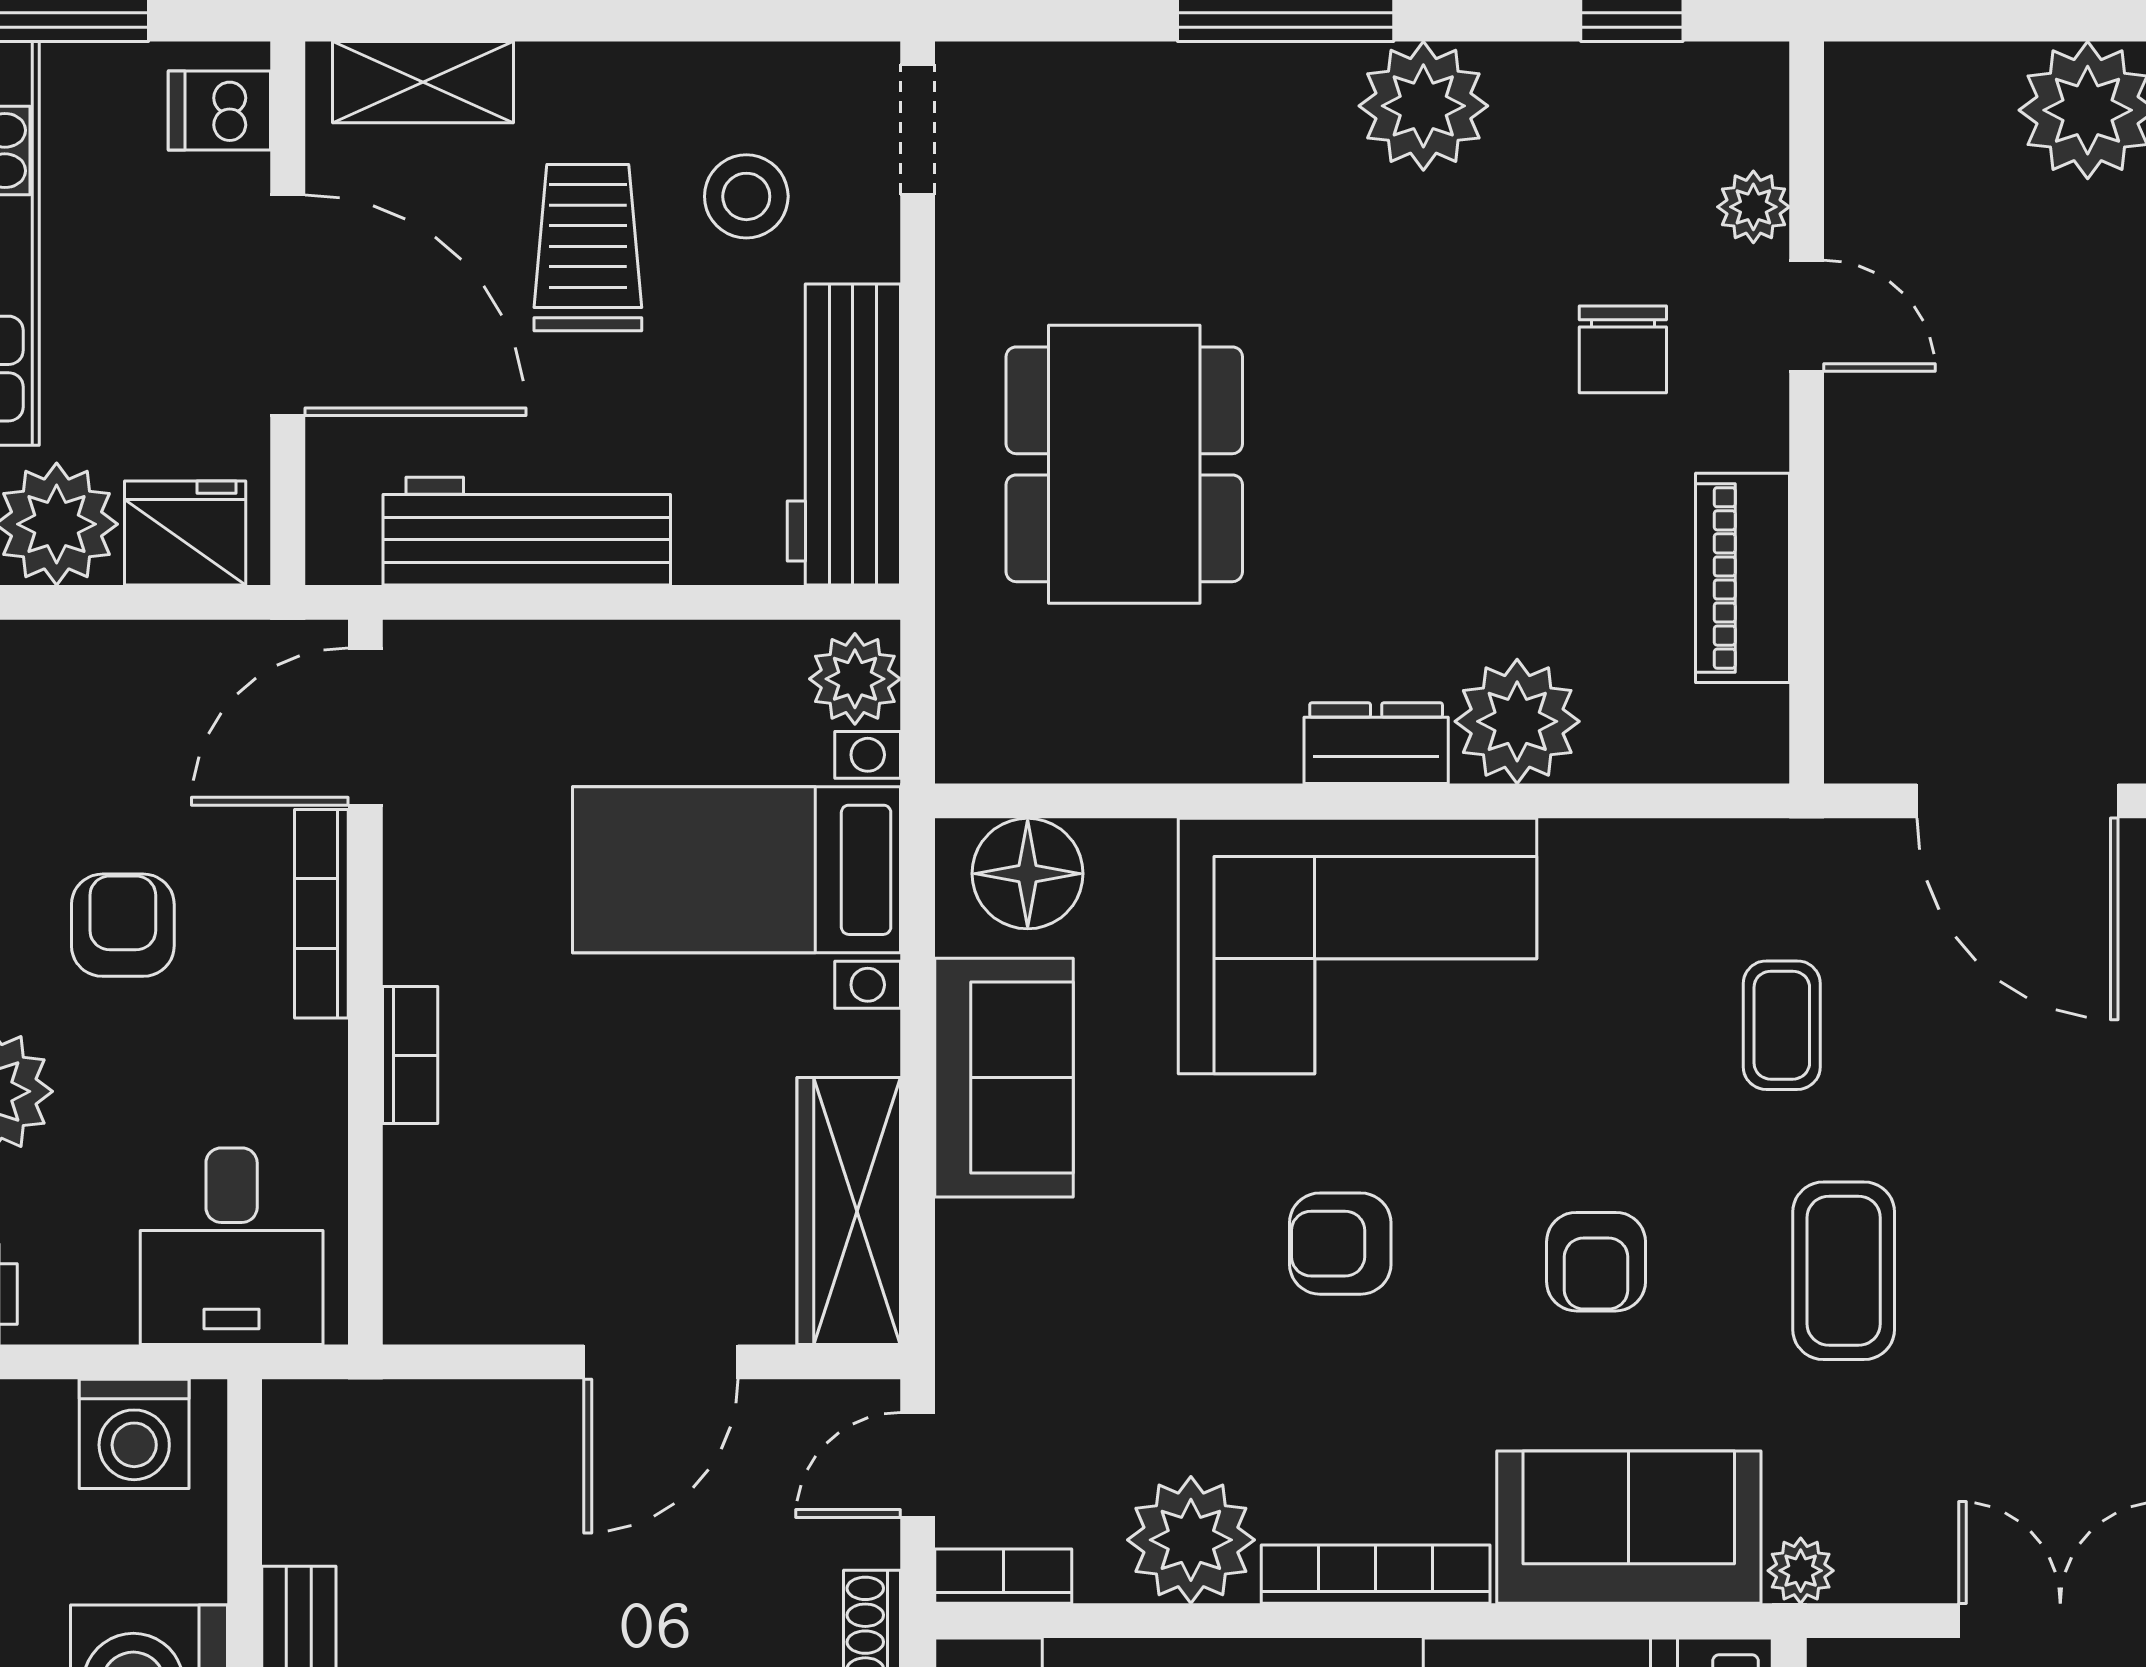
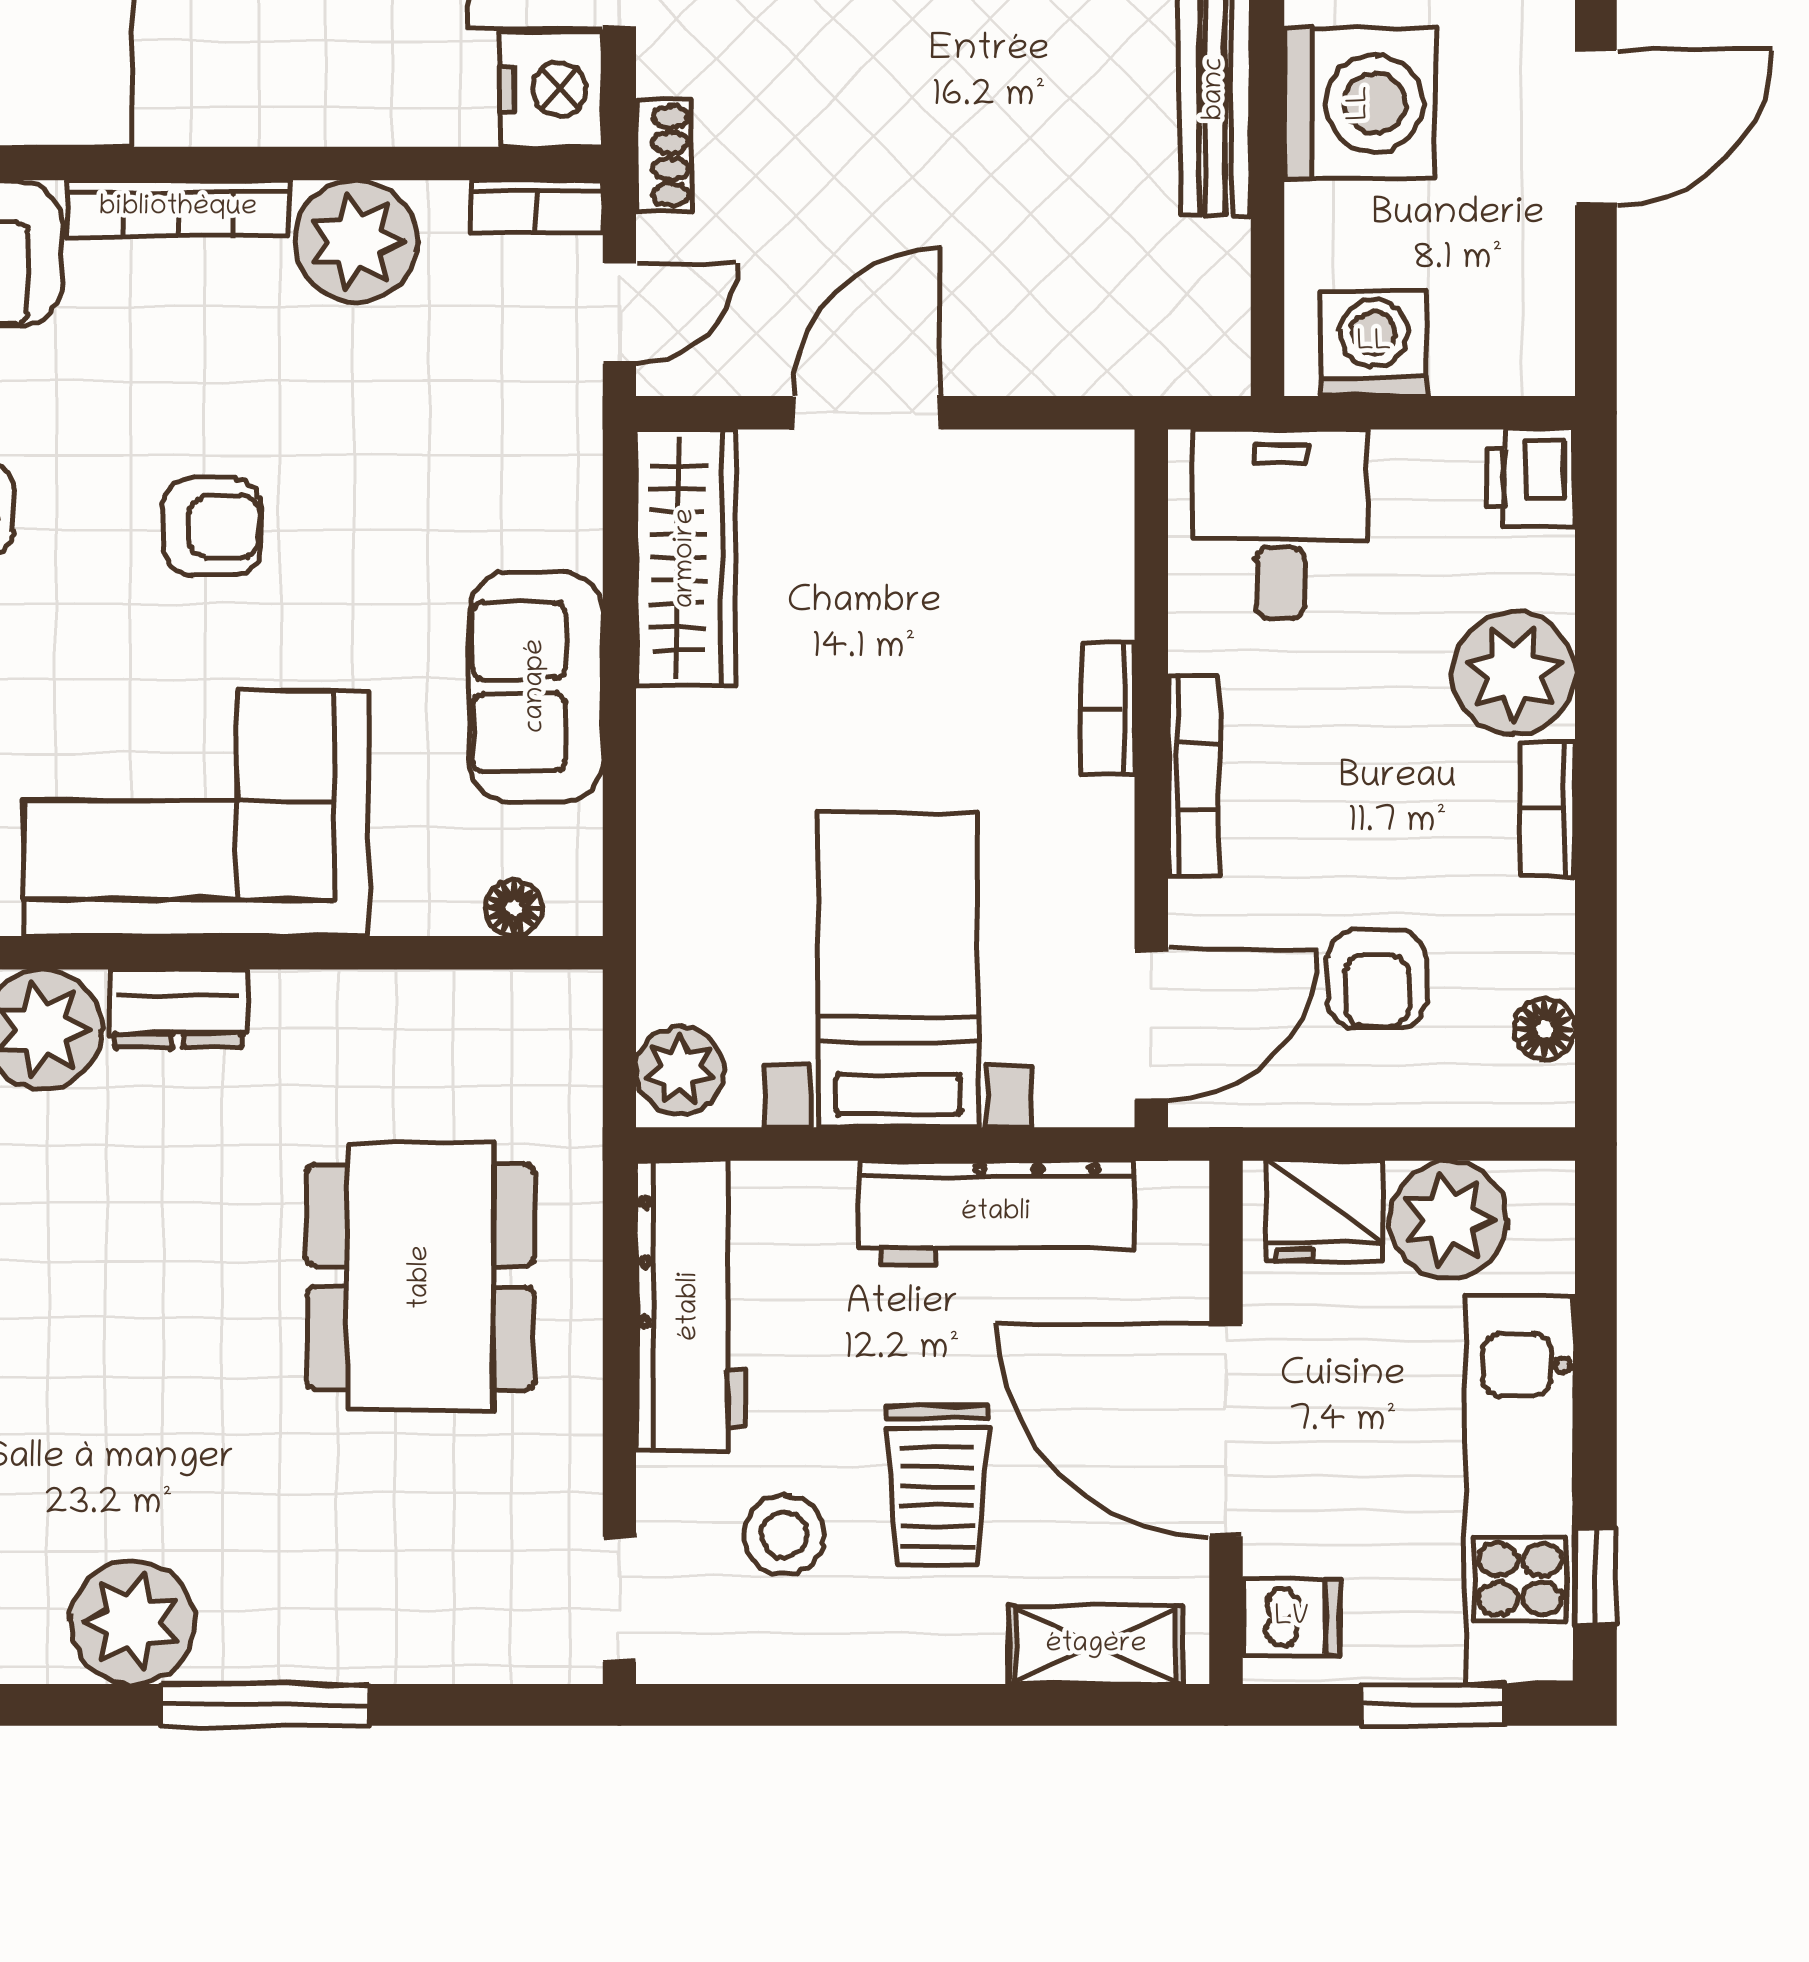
bed with nightstands: (737, 870) -> (898, 970), moved, turned -90
floor lamp: (1028, 874) -> (514, 908), width x0.53, depth x0.53
bookcase: (321, 914) -> (1194, 776), moved
armchair: (123, 925) -> (1377, 979), moved

